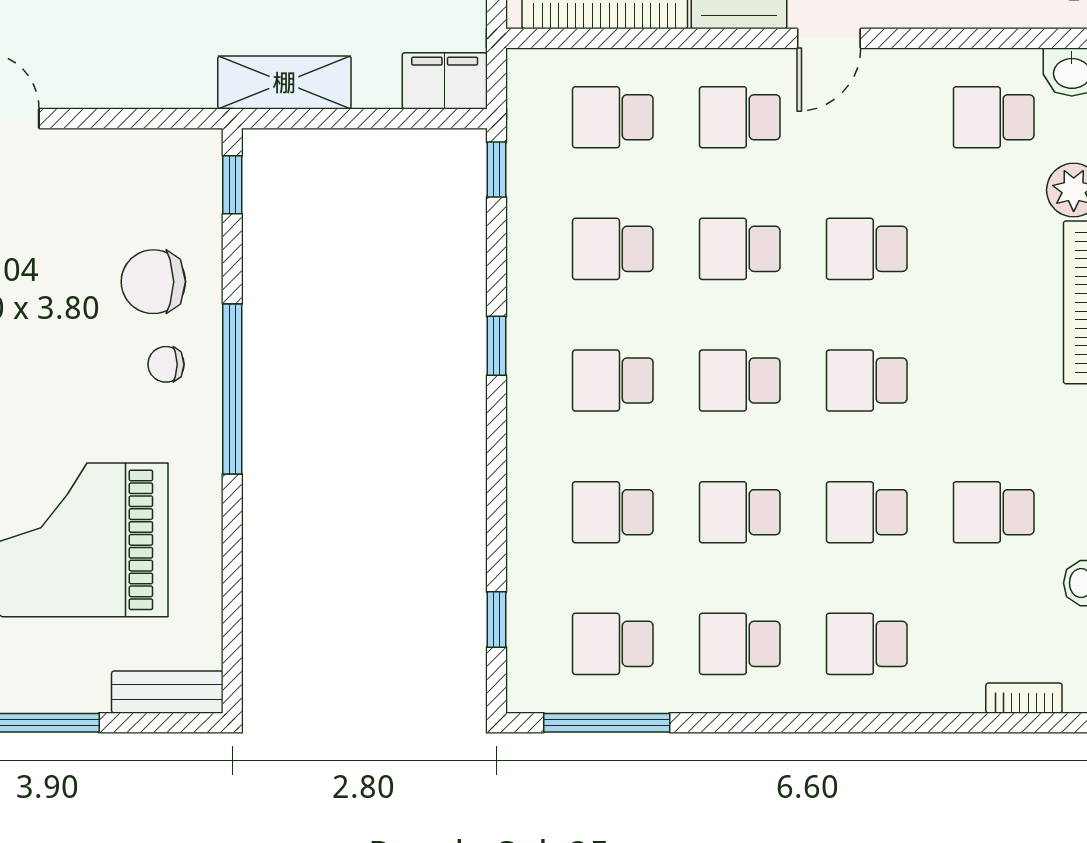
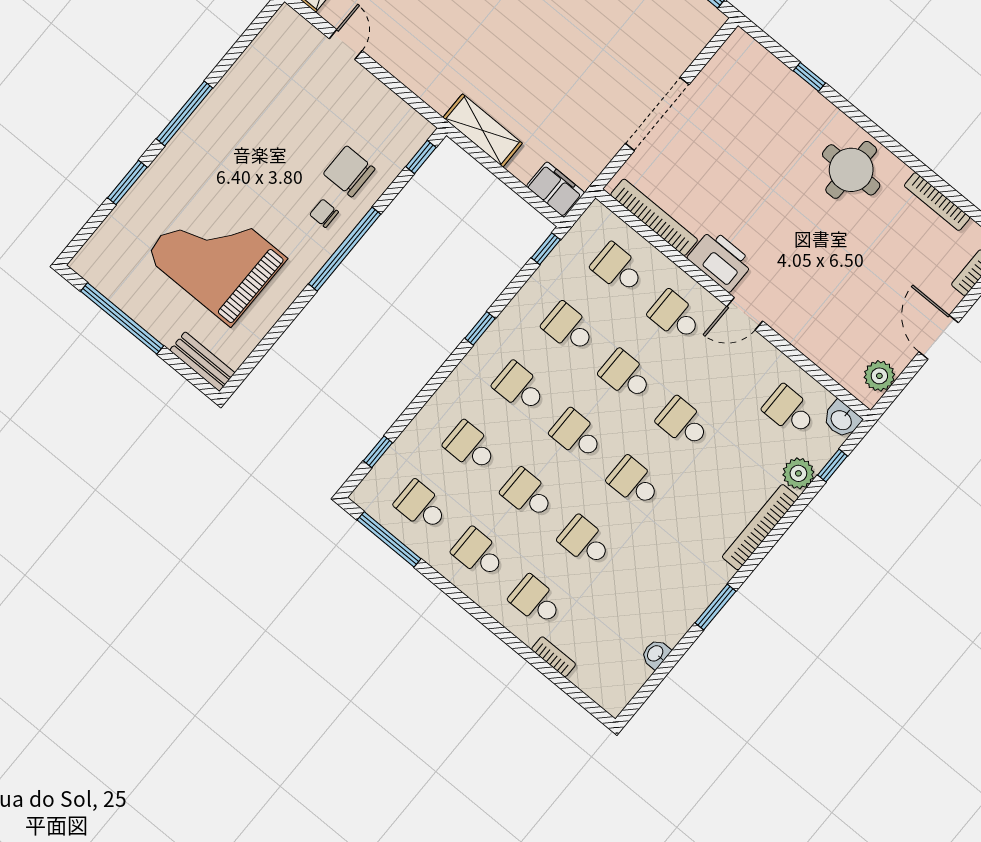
school desk: (994, 512) -> (642, 589), removed
bookcase: (1024, 698) -> (554, 657), moved

